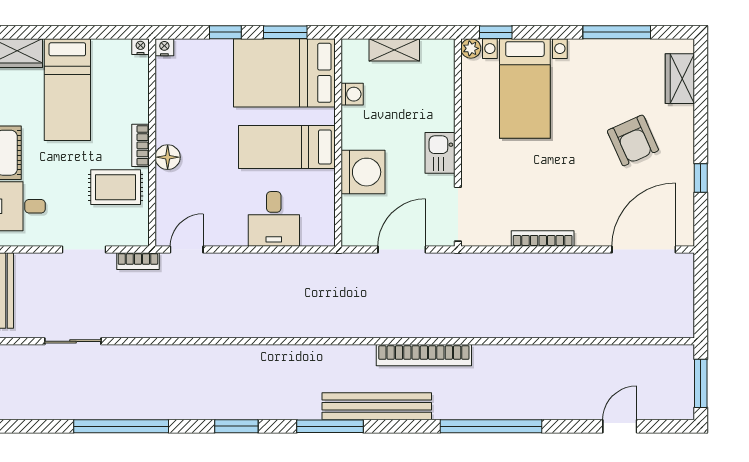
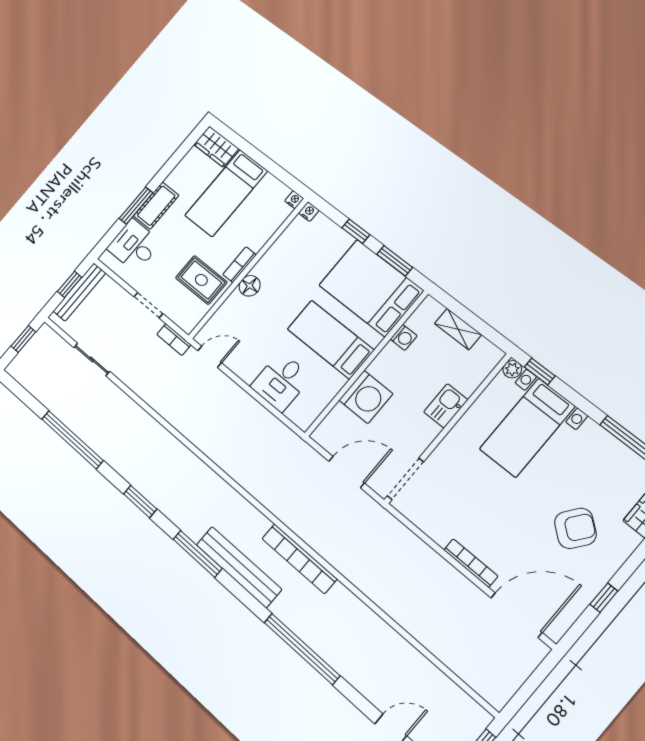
armchair: (633, 140) -> (575, 528), turned -118
kitchen sink: (440, 153) -> (446, 406), moved
bookcase: (543, 238) -> (471, 563), moved

